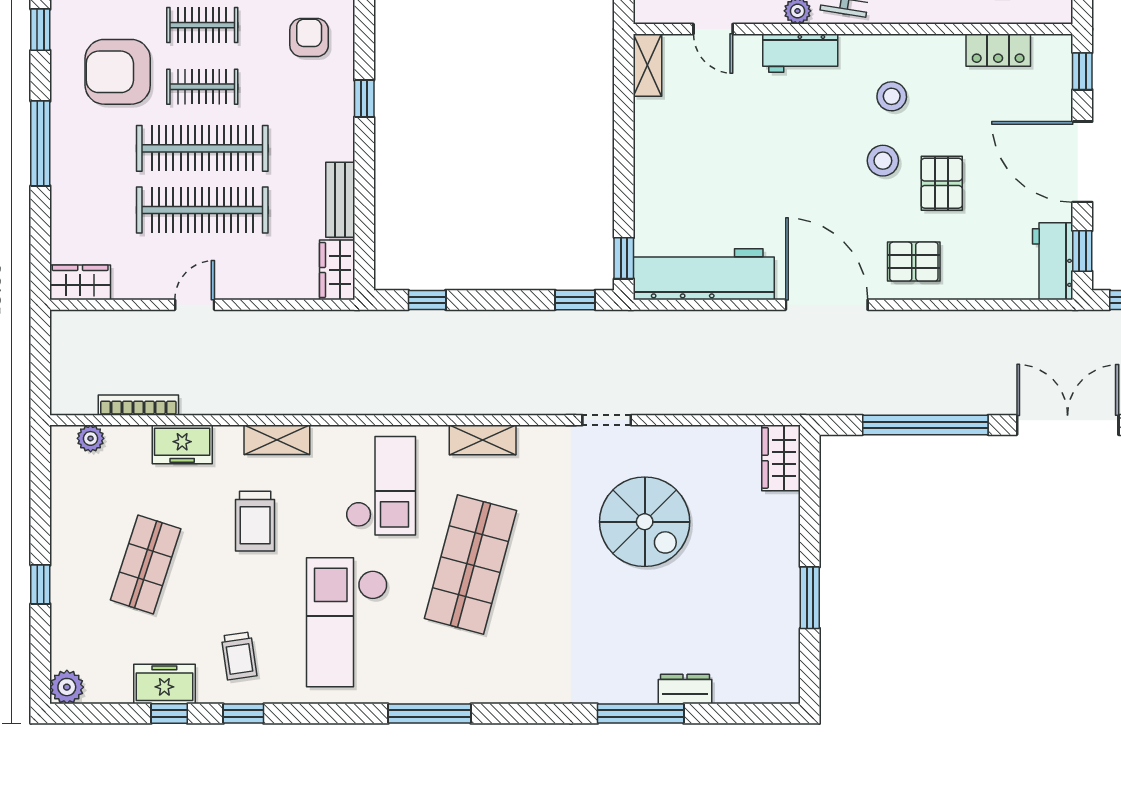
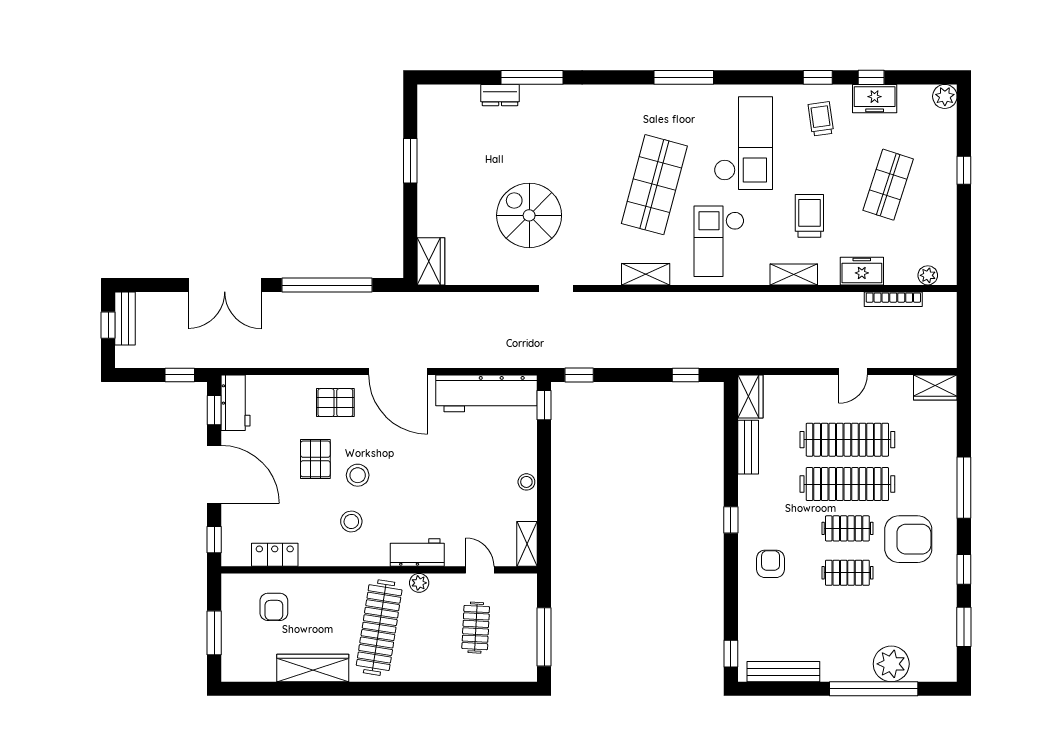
armchair: (309, 37) -> (771, 564), turned 180
stool: (648, 151) -> (526, 482), added

